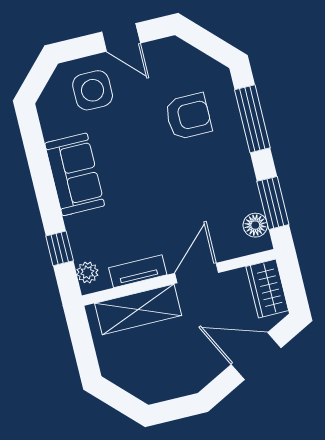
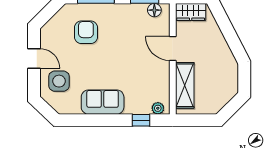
door: (121, 37) -> (34, 58), hinge flipped
tv unit: (138, 271) -> (164, 81), removed
door: (256, 356) -> (226, 27), removed

